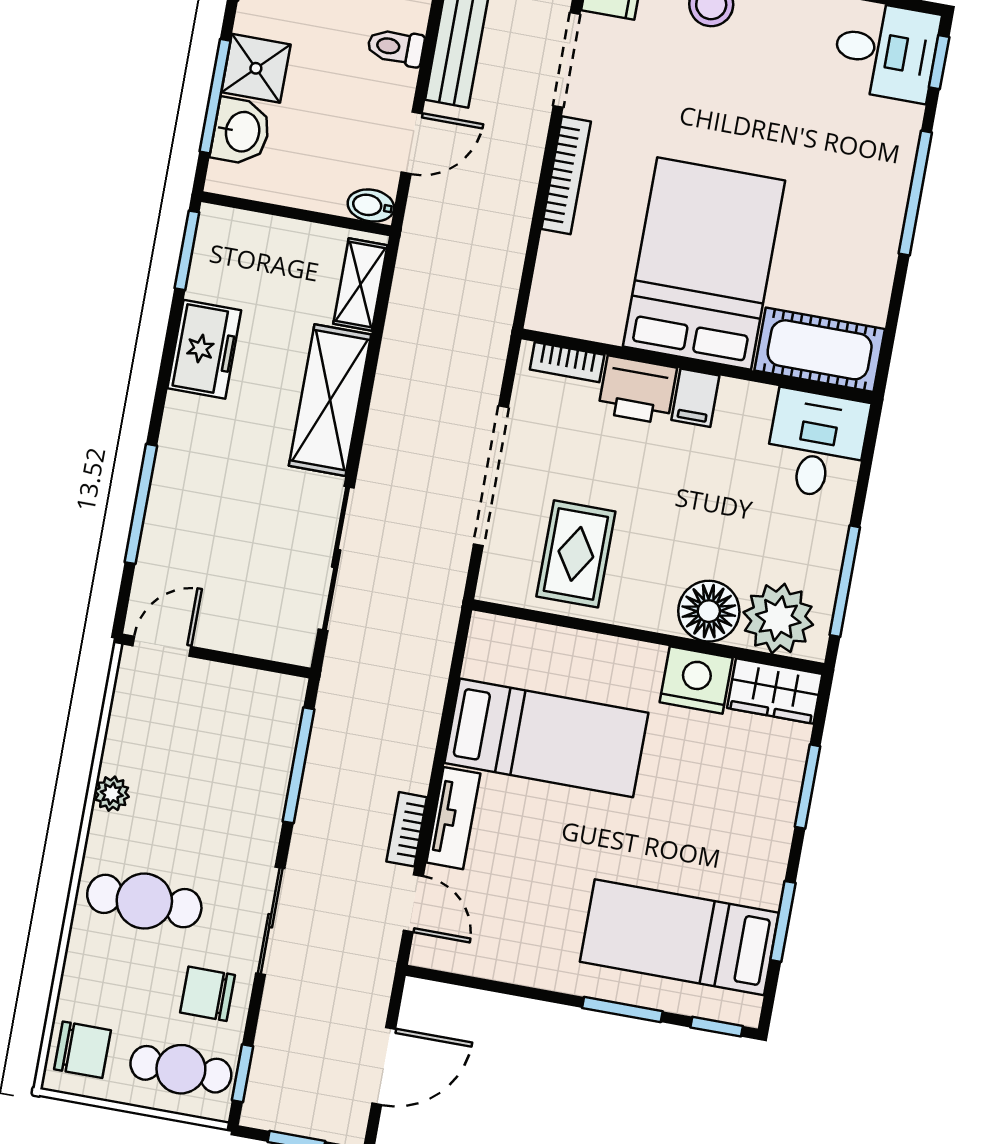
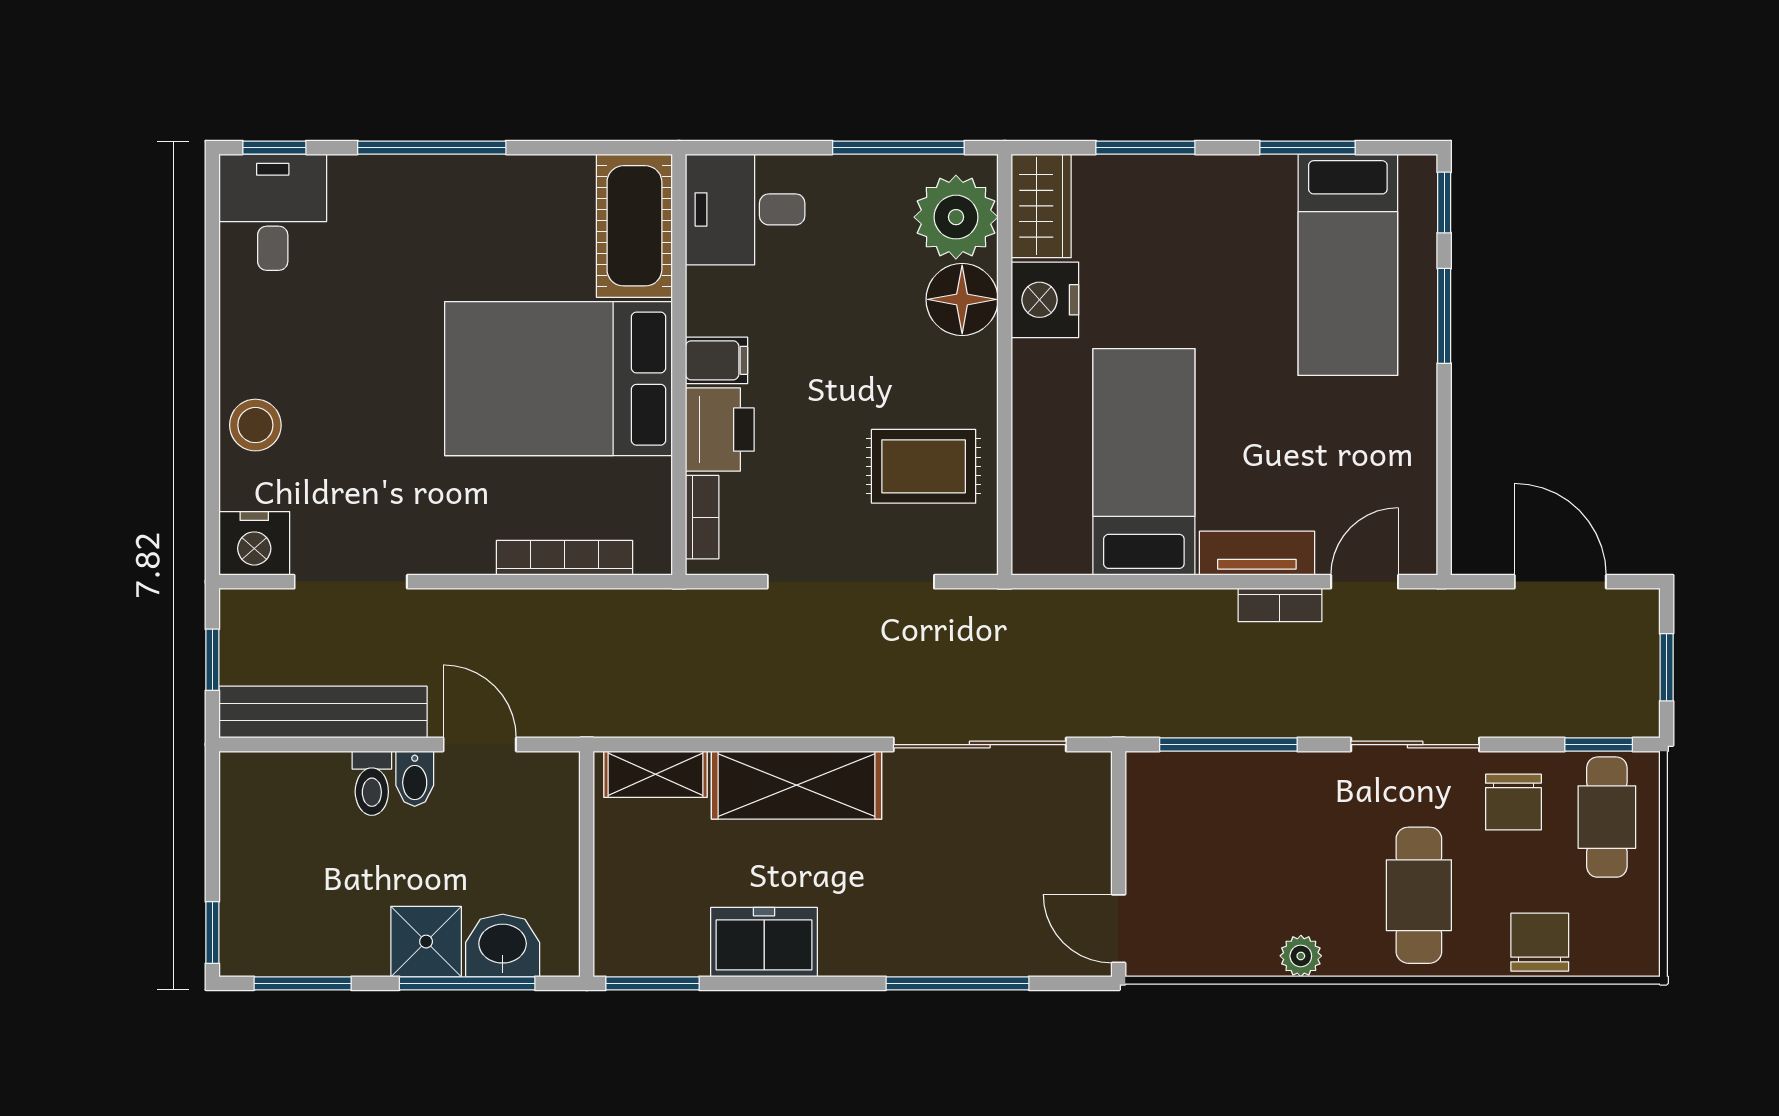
bookcase: (566, 175) -> (564, 558), moved
bidet: (371, 206) -> (415, 779), moved
chair: (83, 1050) -> (1540, 942), moved

